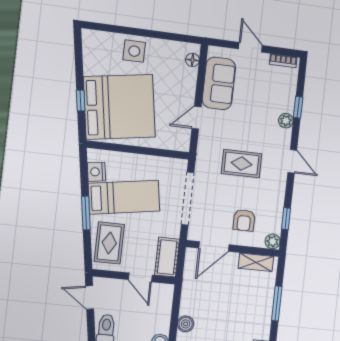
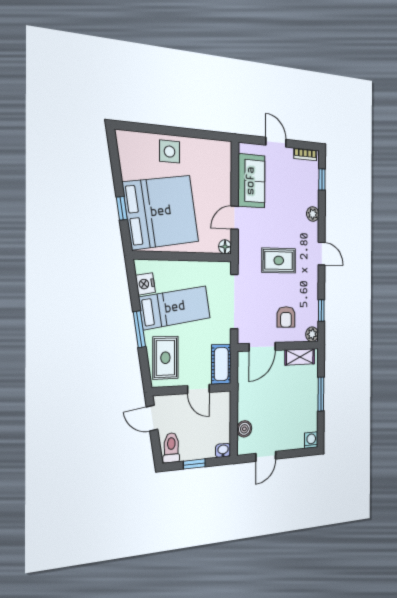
floor lamp: (192, 60) -> (225, 247), moved
window: (298, 107) -> (322, 179), moved

